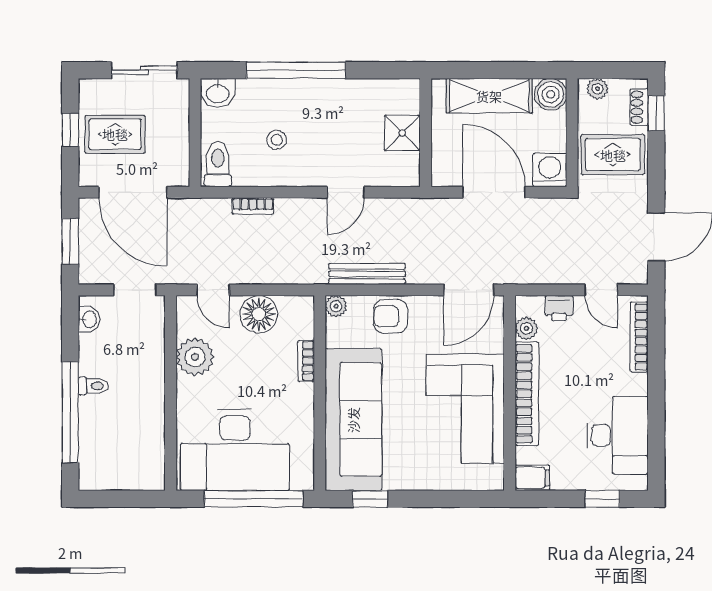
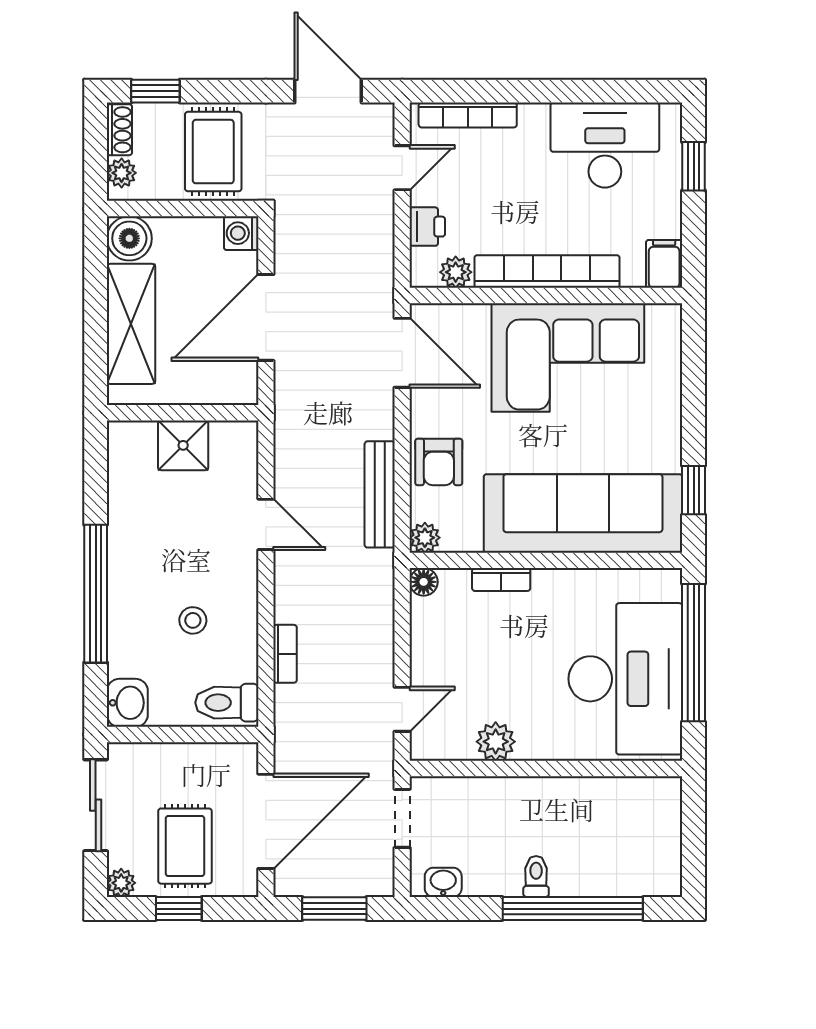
plant: (89, 89) -> (121, 883), added
shoe rack: (639, 107) -> (119, 130), moved, turned -90
washing machine: (550, 170) -> (241, 233), width x0.73, depth x0.73
floor lamp: (259, 314) -> (424, 582), moved, width x0.53, depth x0.53
plant: (195, 357) -> (496, 742), width x0.73, depth x0.73

